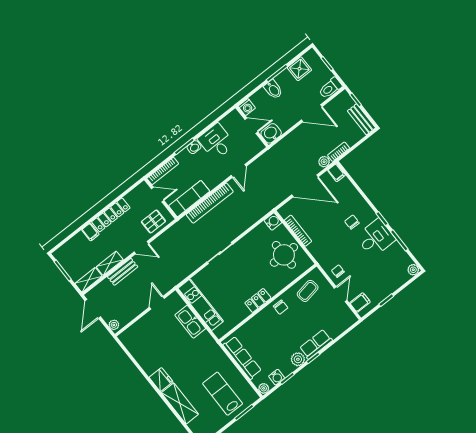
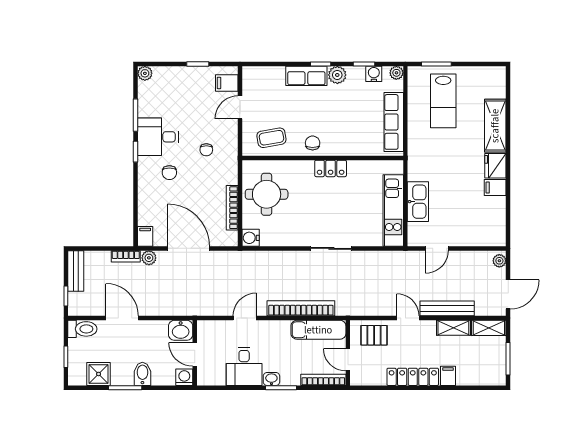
chair: (338, 271) -> (206, 150), moved
bench: (123, 272) -> (447, 308), width x1.36
filing cabinet: (151, 366) -> (495, 188), added

